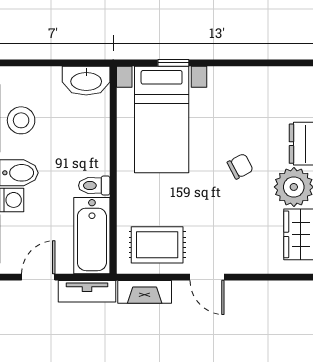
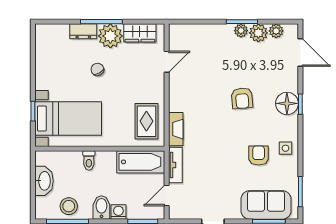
washbasin: (86, 81) -> (44, 181), moved
toilet: (94, 186) -> (89, 160), moved
door: (38, 277) -> (167, 195), hinge flipped
door: (207, 277) -> (167, 62), moved

